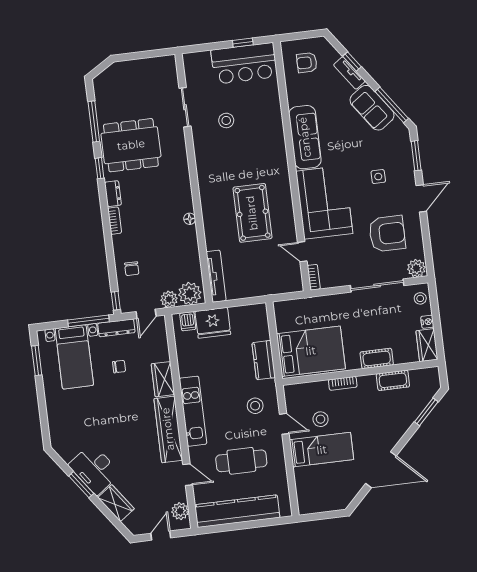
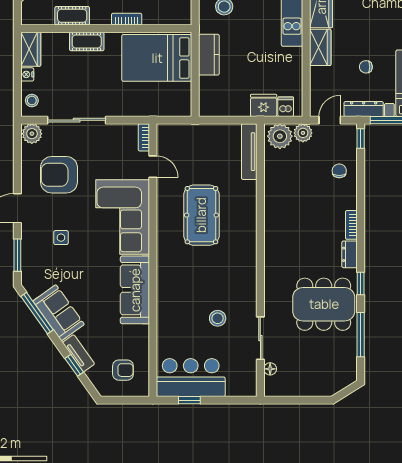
floor lamp: (190, 219) -> (270, 369), moved
fridge: (213, 323) -> (264, 105), width x0.73, depth x0.75

